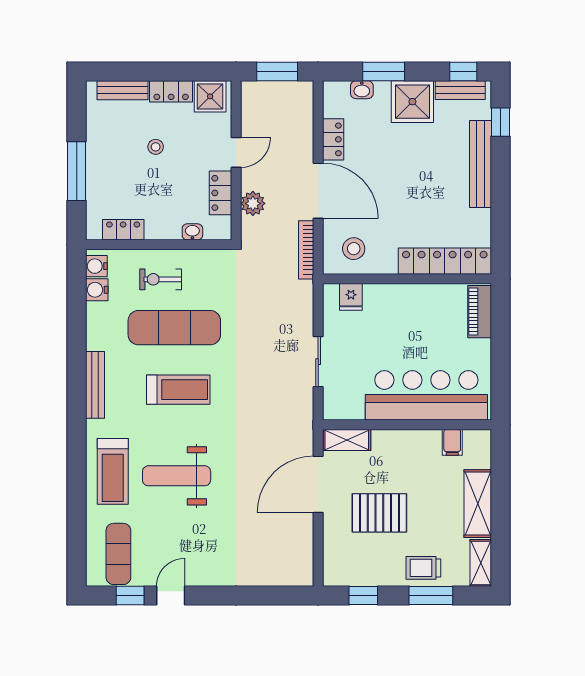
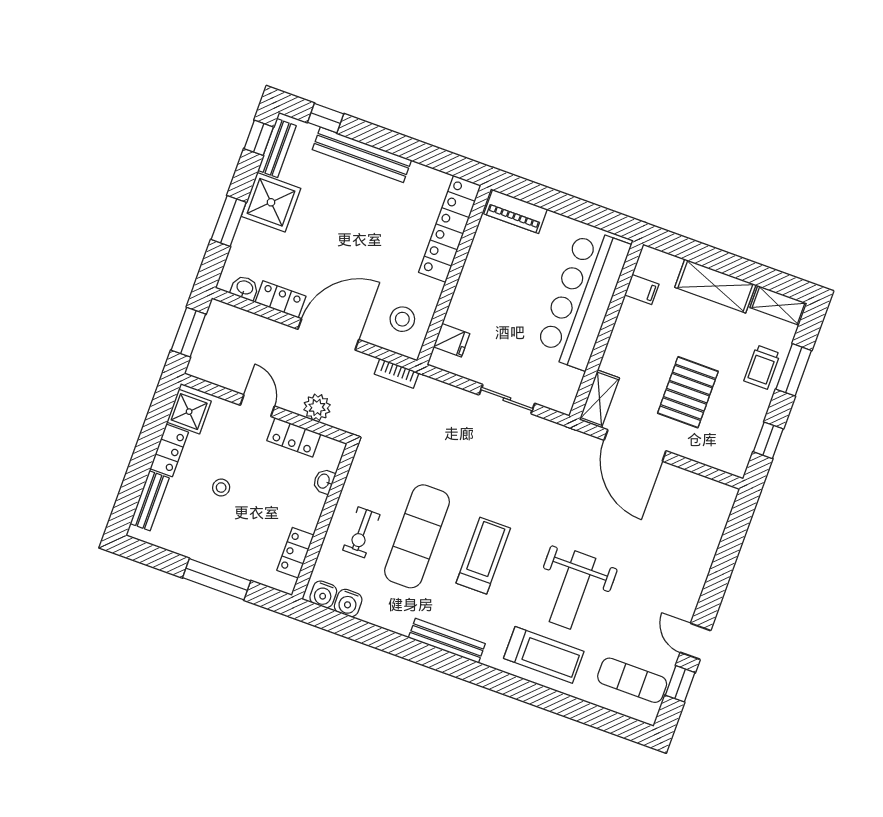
washbasin: (362, 90) -> (245, 288), moved, turned -90
bookcase: (306, 250) -> (397, 373), width x0.64

